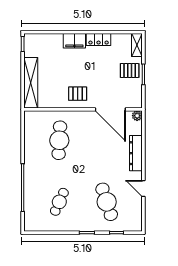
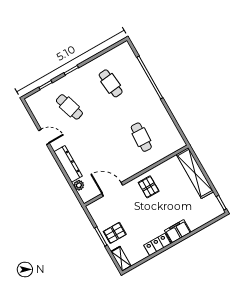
pallet: (78, 94) -> (149, 187), turned 90
door: (110, 109) -> (112, 189), width x0.73
plant: (137, 116) -> (79, 185), moved
cafe table: (59, 140) -> (141, 137), width x0.73, depth x0.74
cafe table: (59, 202) -> (111, 83), turned -30
cafe table: (107, 202) -> (69, 107), width x0.73, depth x0.74

